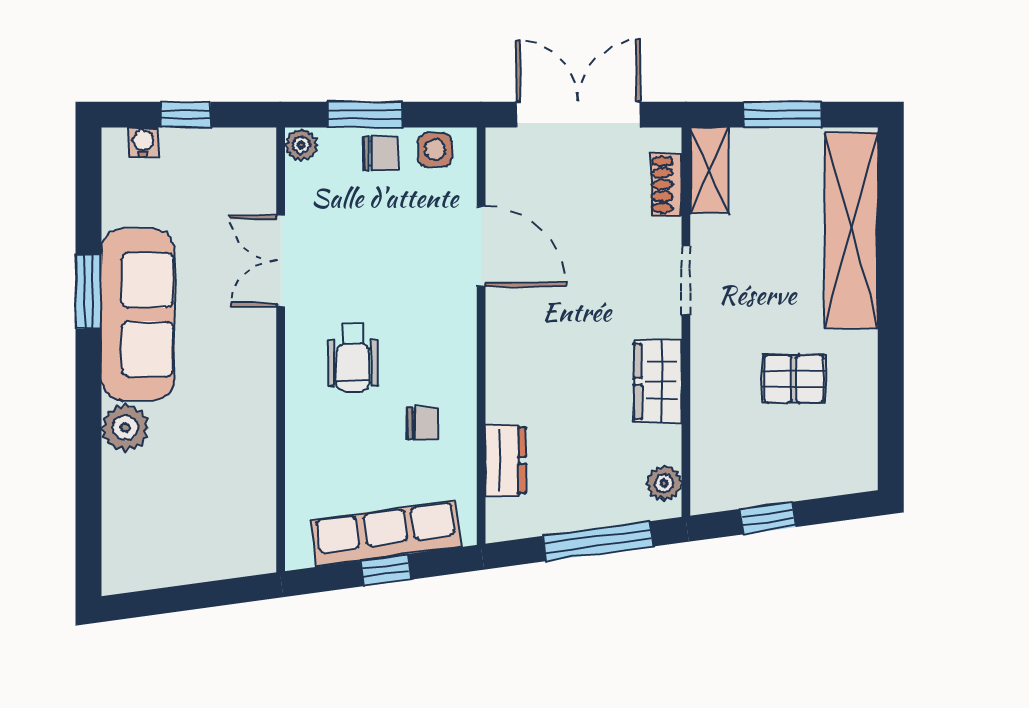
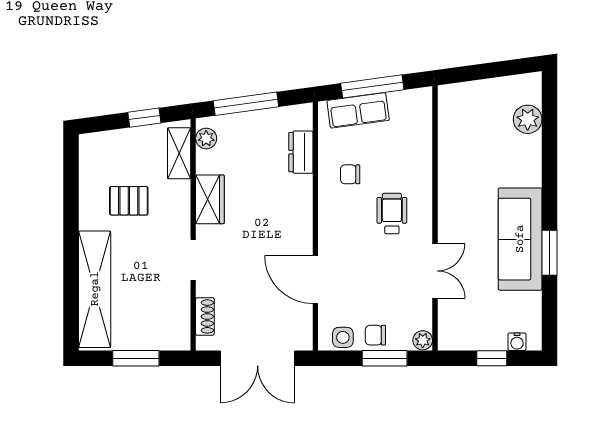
shelving: (710, 170) -> (179, 153), moved
plant: (125, 428) -> (528, 119), moved
row of seats: (386, 533) -> (358, 110), width x0.68
window: (386, 570) -> (372, 86), width x2.17

